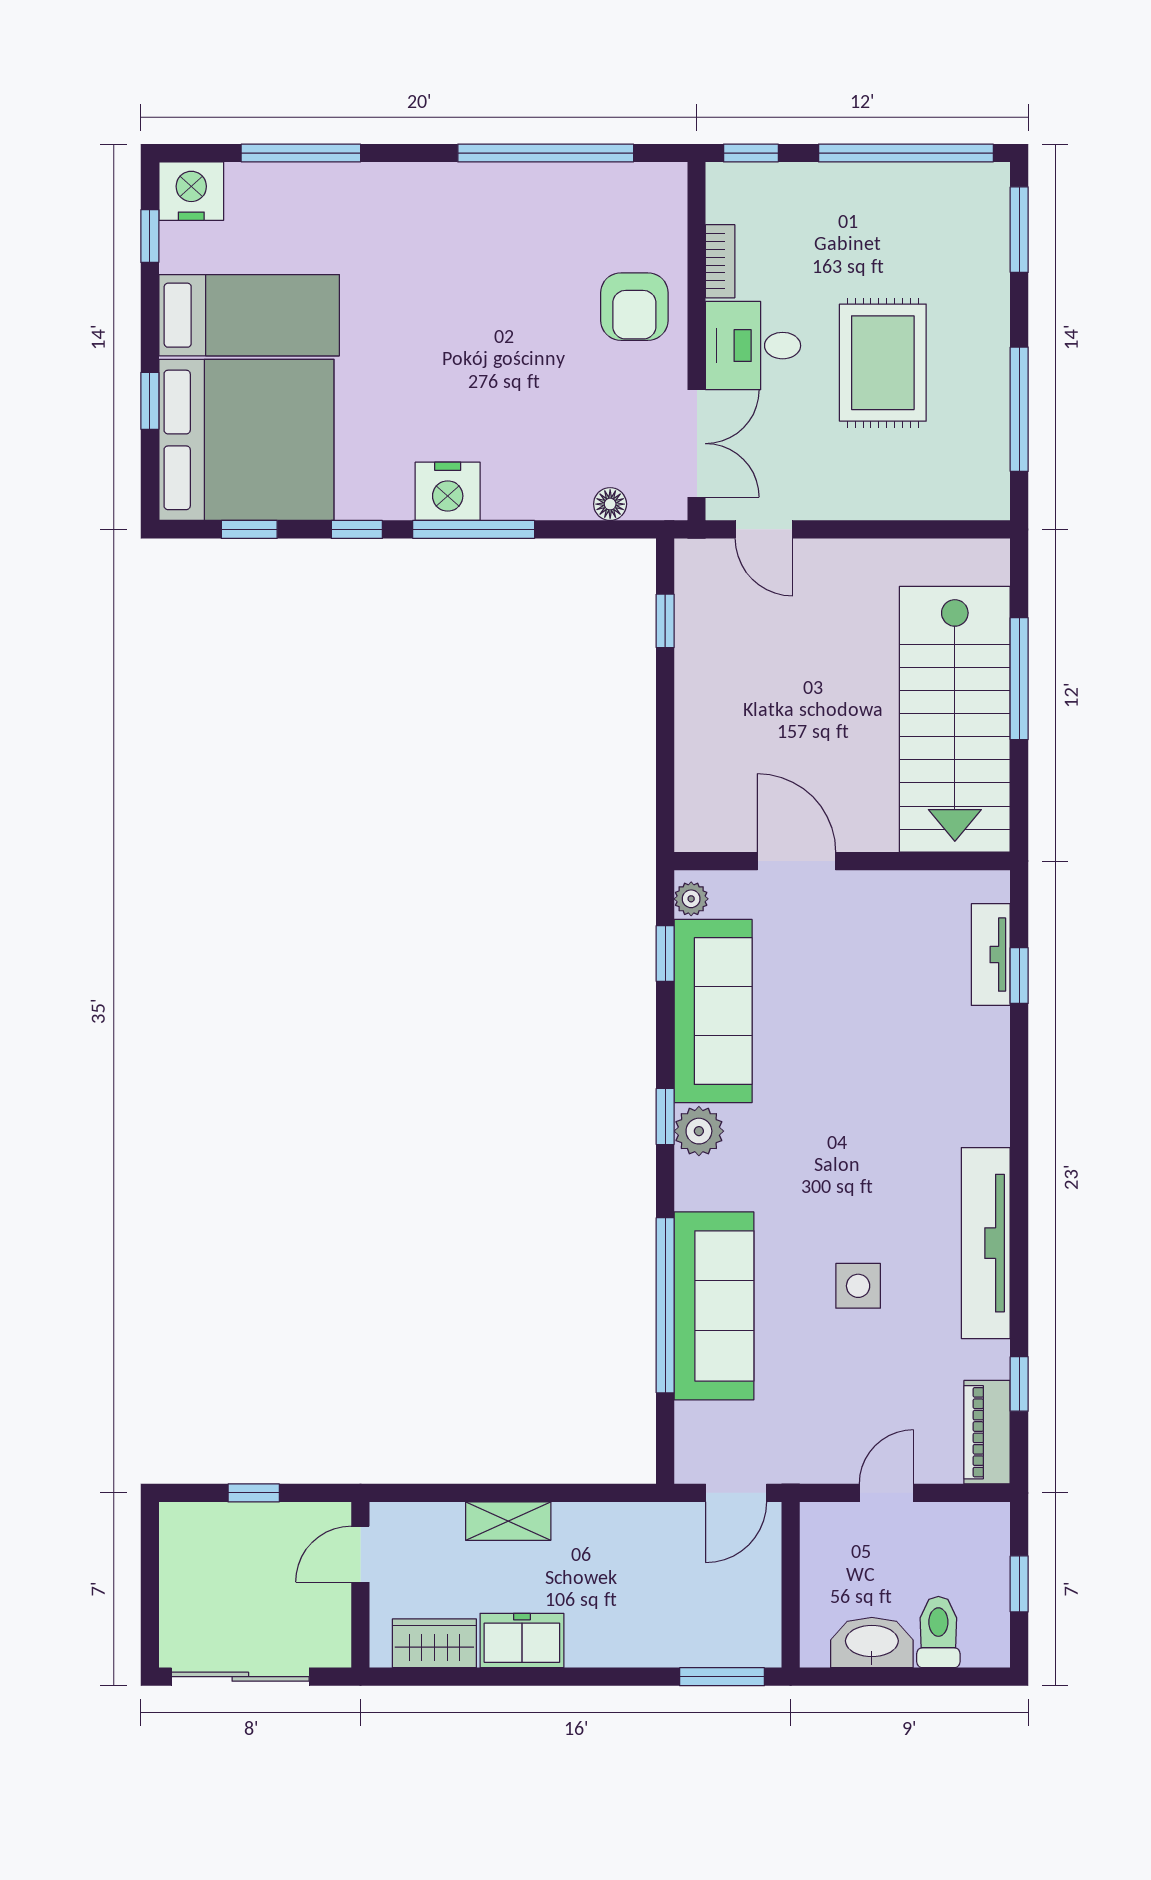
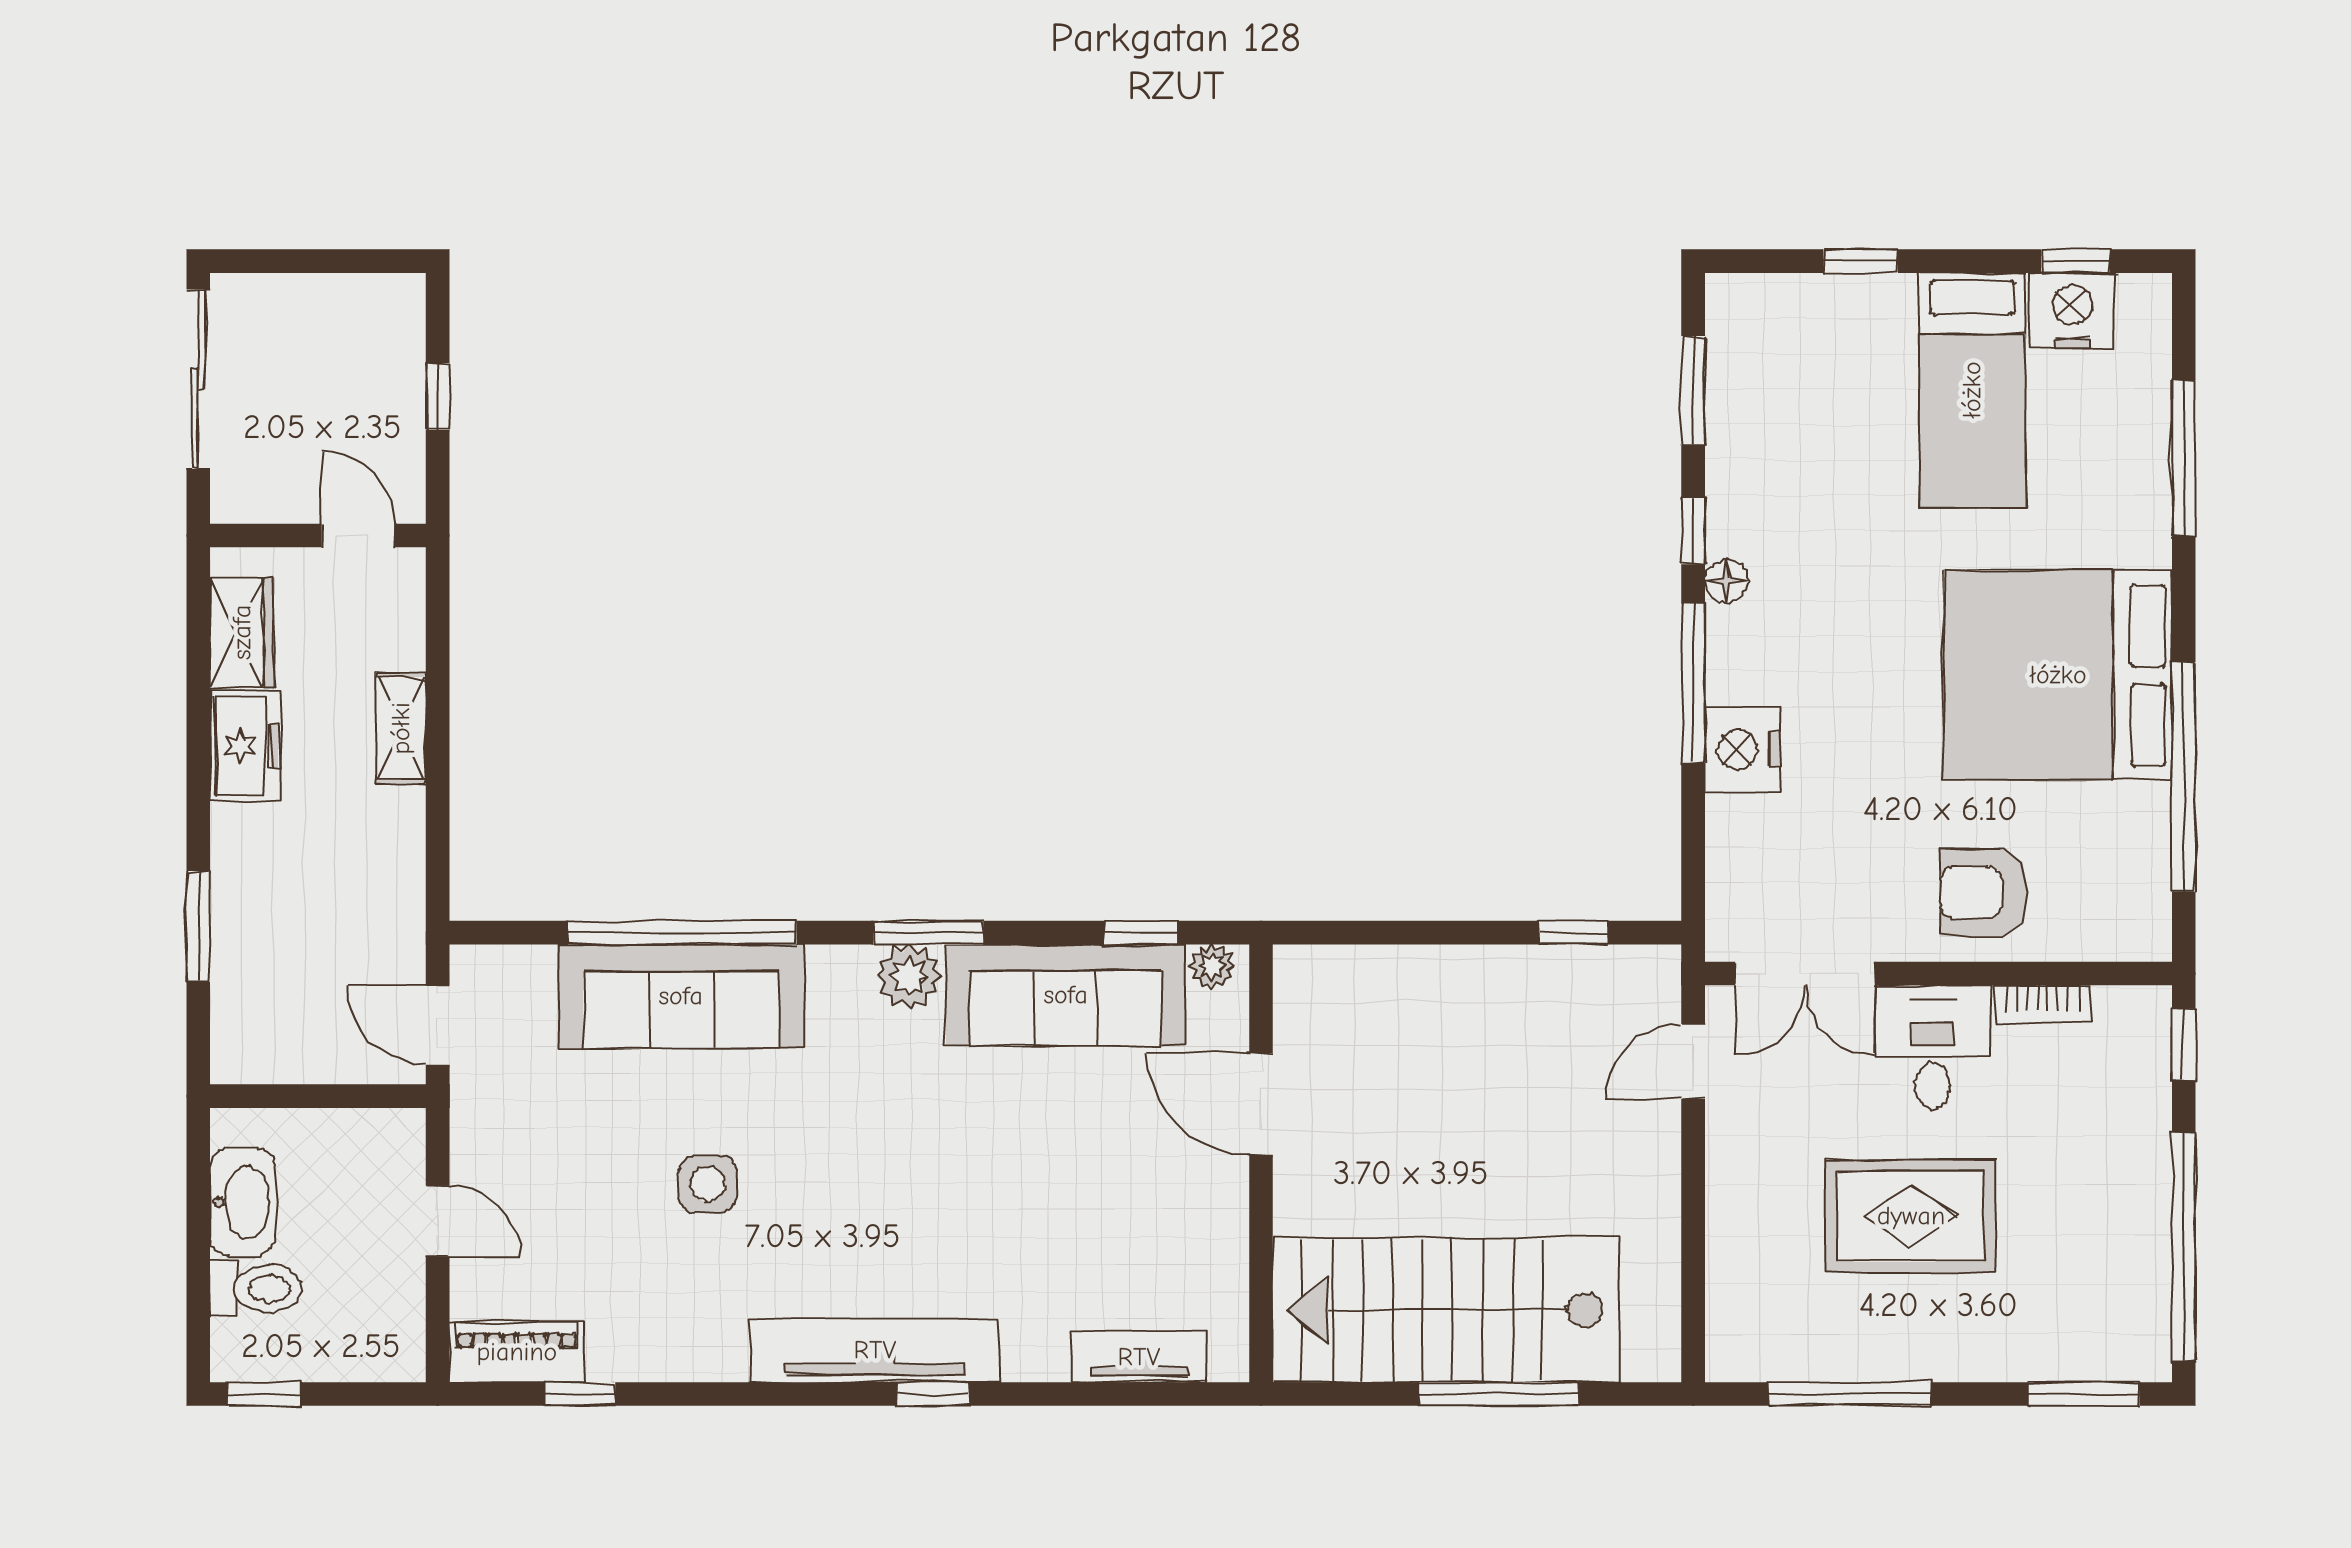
nightstand: (191, 191) -> (2072, 311), moved, turned -90
bed: (246, 440) -> (2058, 675), moved, turned 90
nightstand: (448, 491) -> (1743, 749), moved
floor lamp: (610, 504) -> (1726, 581), moved
window: (249, 529) -> (1693, 391), width x1.50
door: (797, 861) -> (1261, 1104), swing flipped
window: (1019, 976) -> (934, 1394), moved
window: (665, 1116) -> (928, 933), width x1.50
tv unit: (986, 1243) -> (875, 1350), moved
window: (1019, 1584) -> (264, 1394), moved
window: (722, 1677) -> (198, 926), moved

